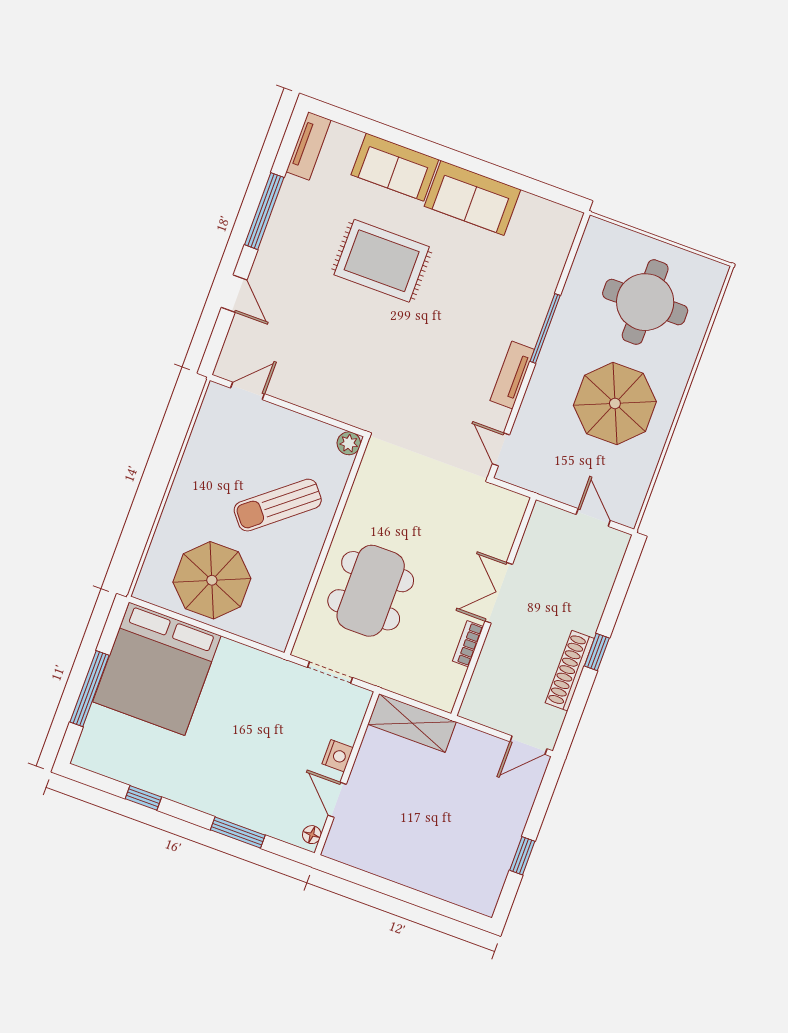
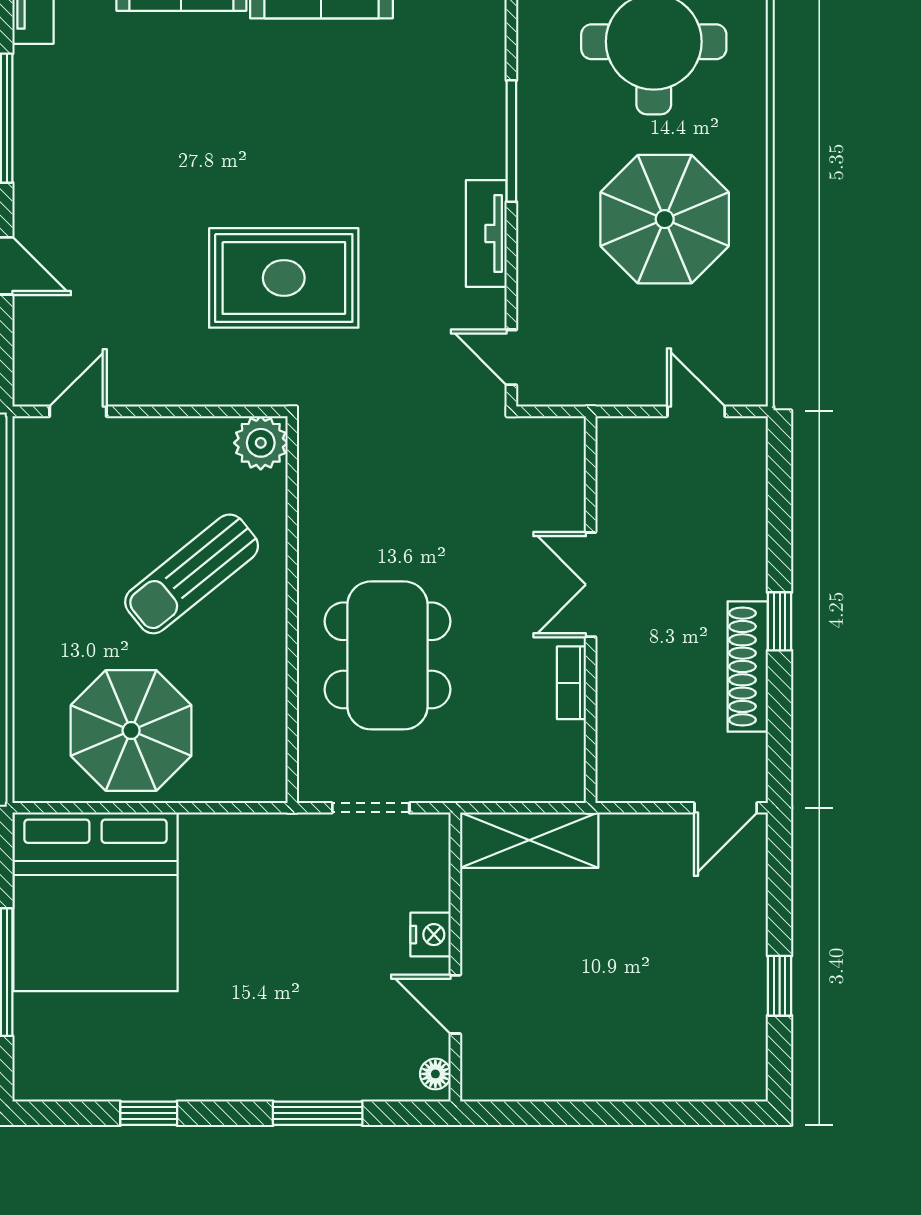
rug: (382, 261) -> (284, 278), moved
plant: (349, 443) -> (261, 443), width x1.38, depth x1.38

